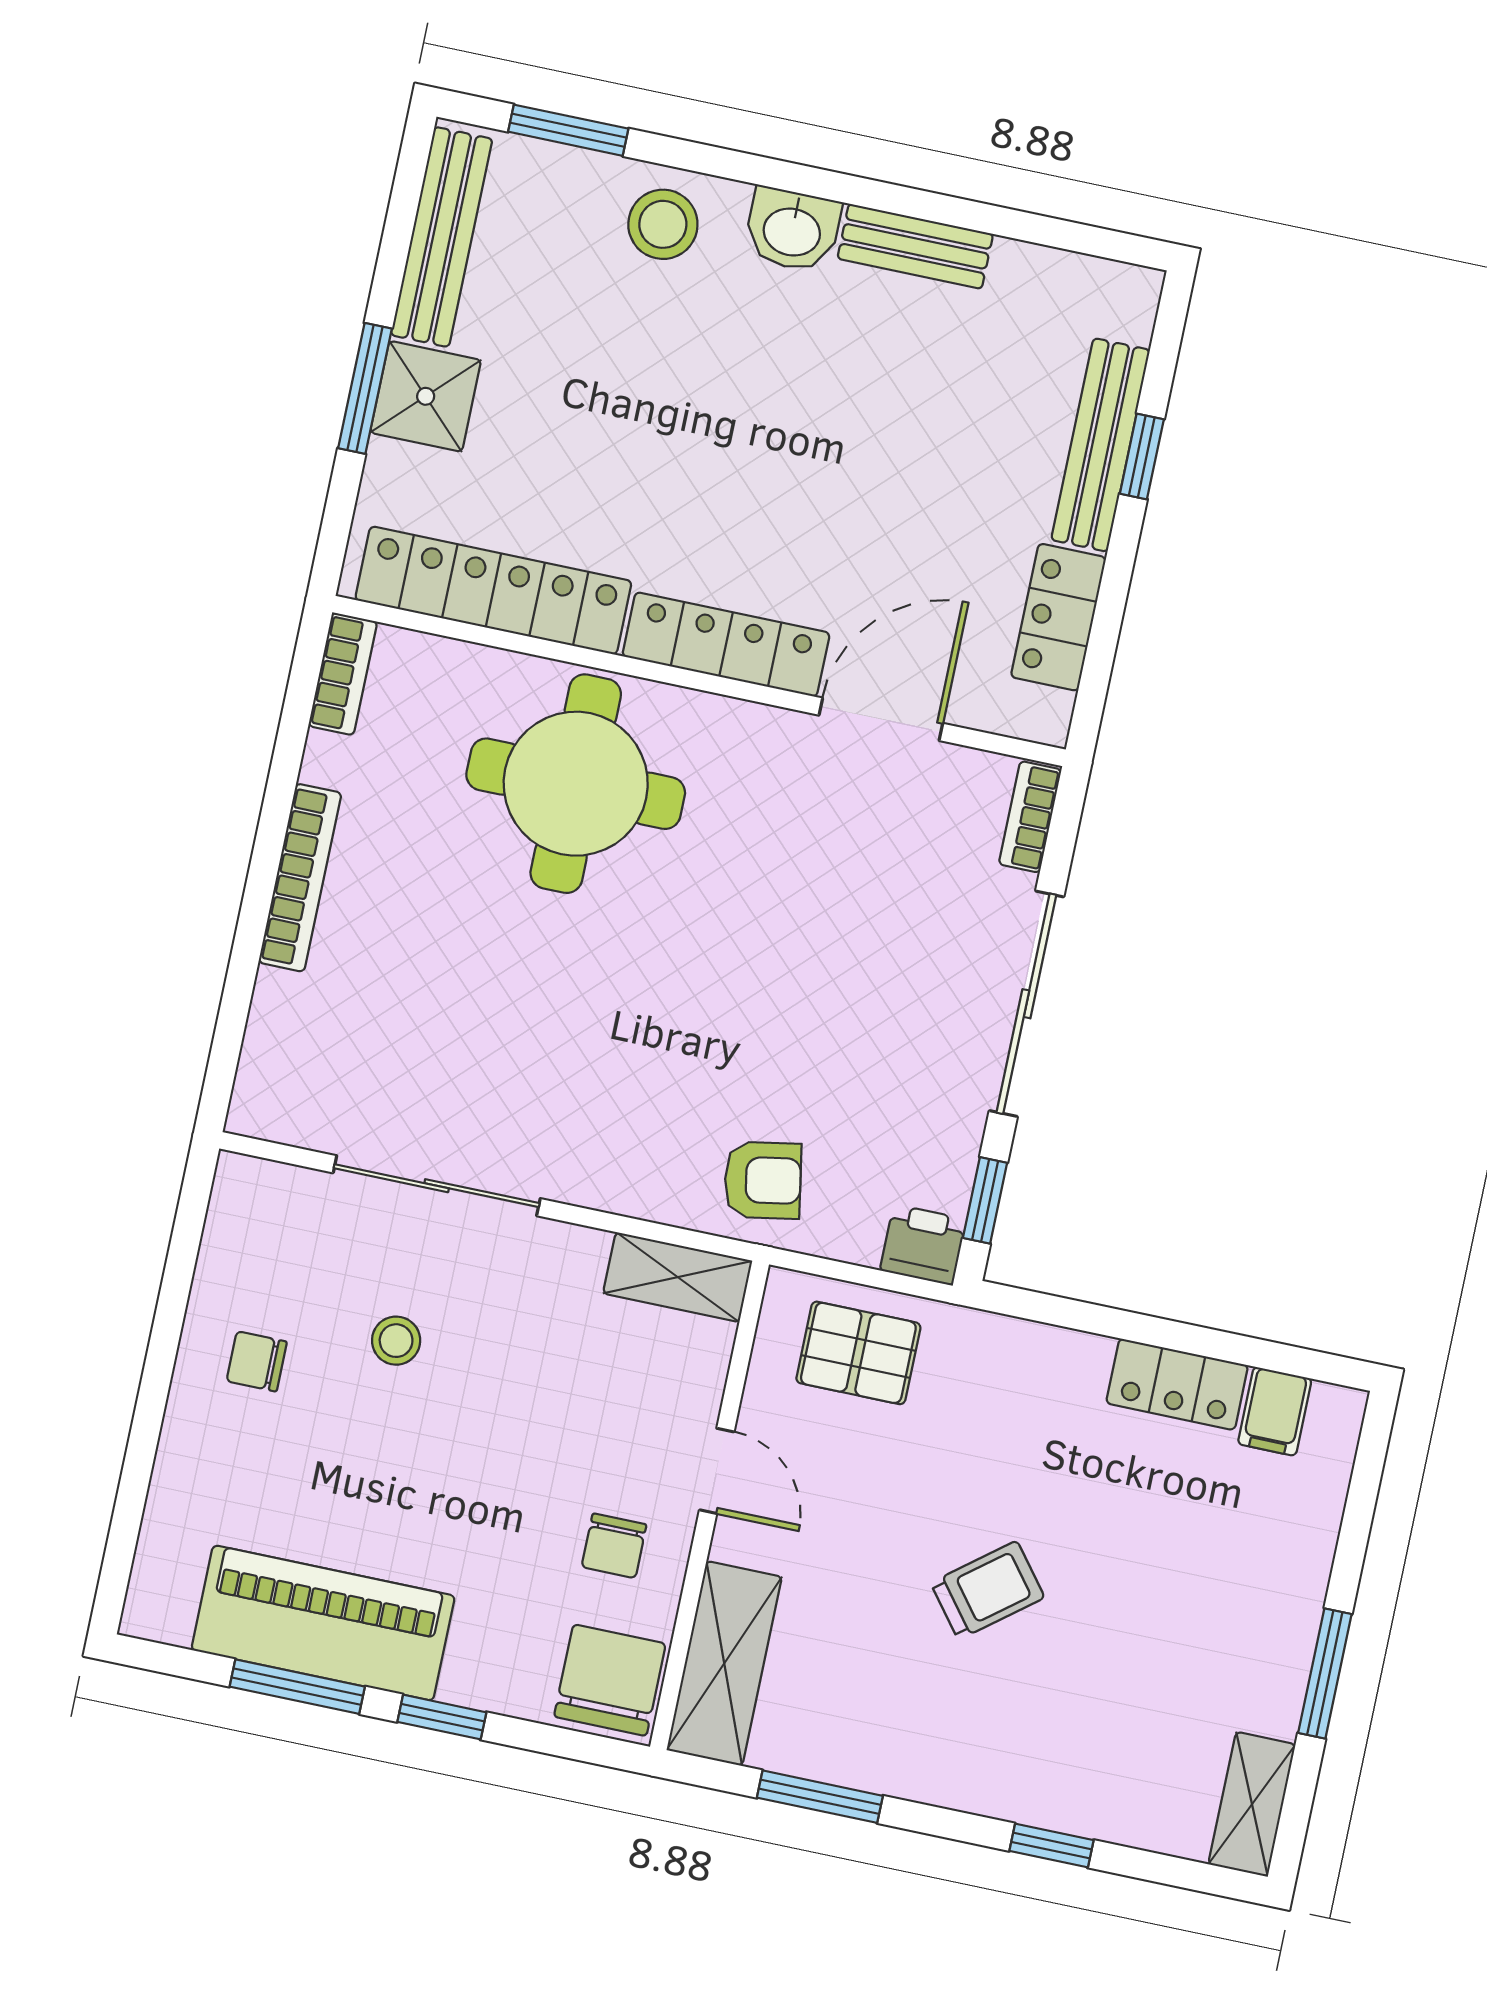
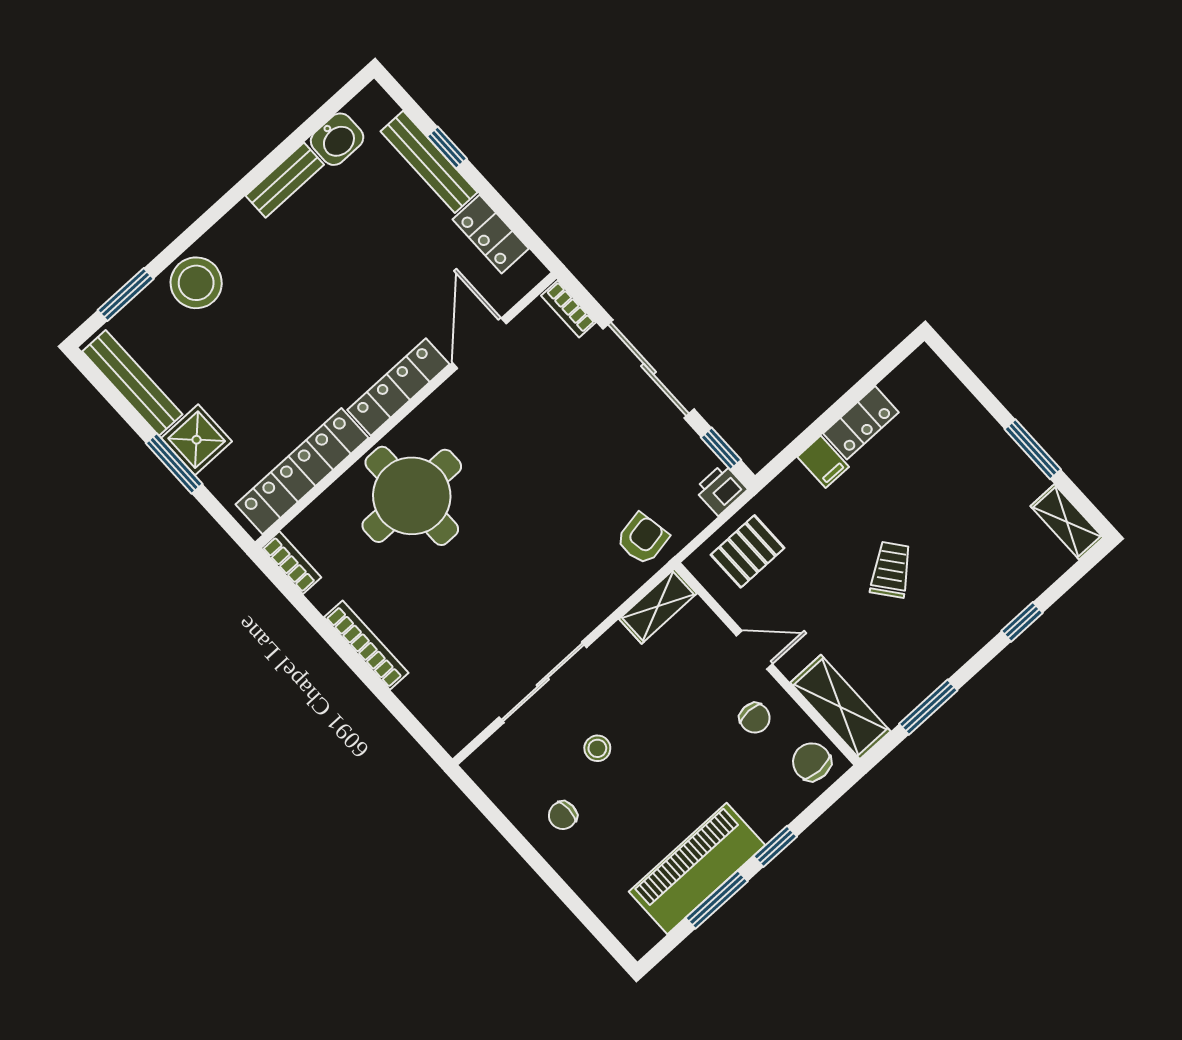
stool: (663, 224) -> (196, 283), width x1.38, depth x1.38
washbasin: (792, 230) -> (337, 139), moved
filing cabinet: (1275, 1411) -> (823, 462), moved
chair: (610, 1680) -> (812, 762), width x0.73, depth x0.73

